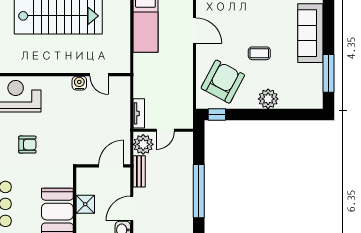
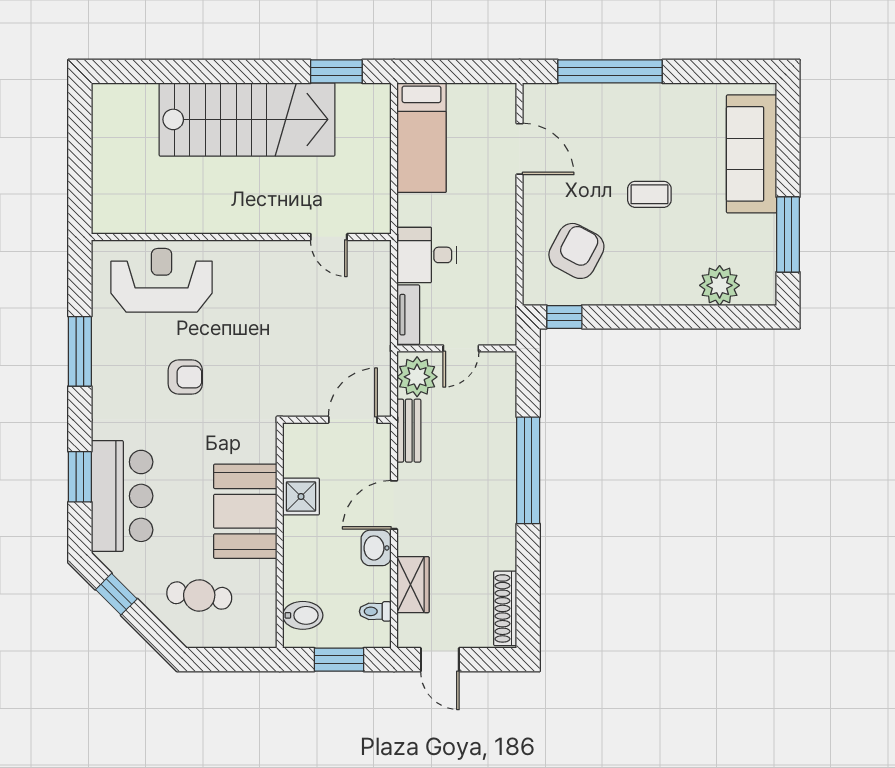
armchair: (223, 82) -> (576, 251), width x0.73, depth x0.73
water cooler: (79, 83) -> (289, 254), removed
desk: (148, 84) -> (427, 255), added
plant: (268, 99) -> (720, 285), moved

